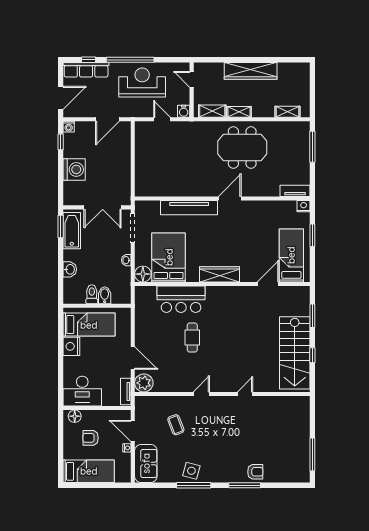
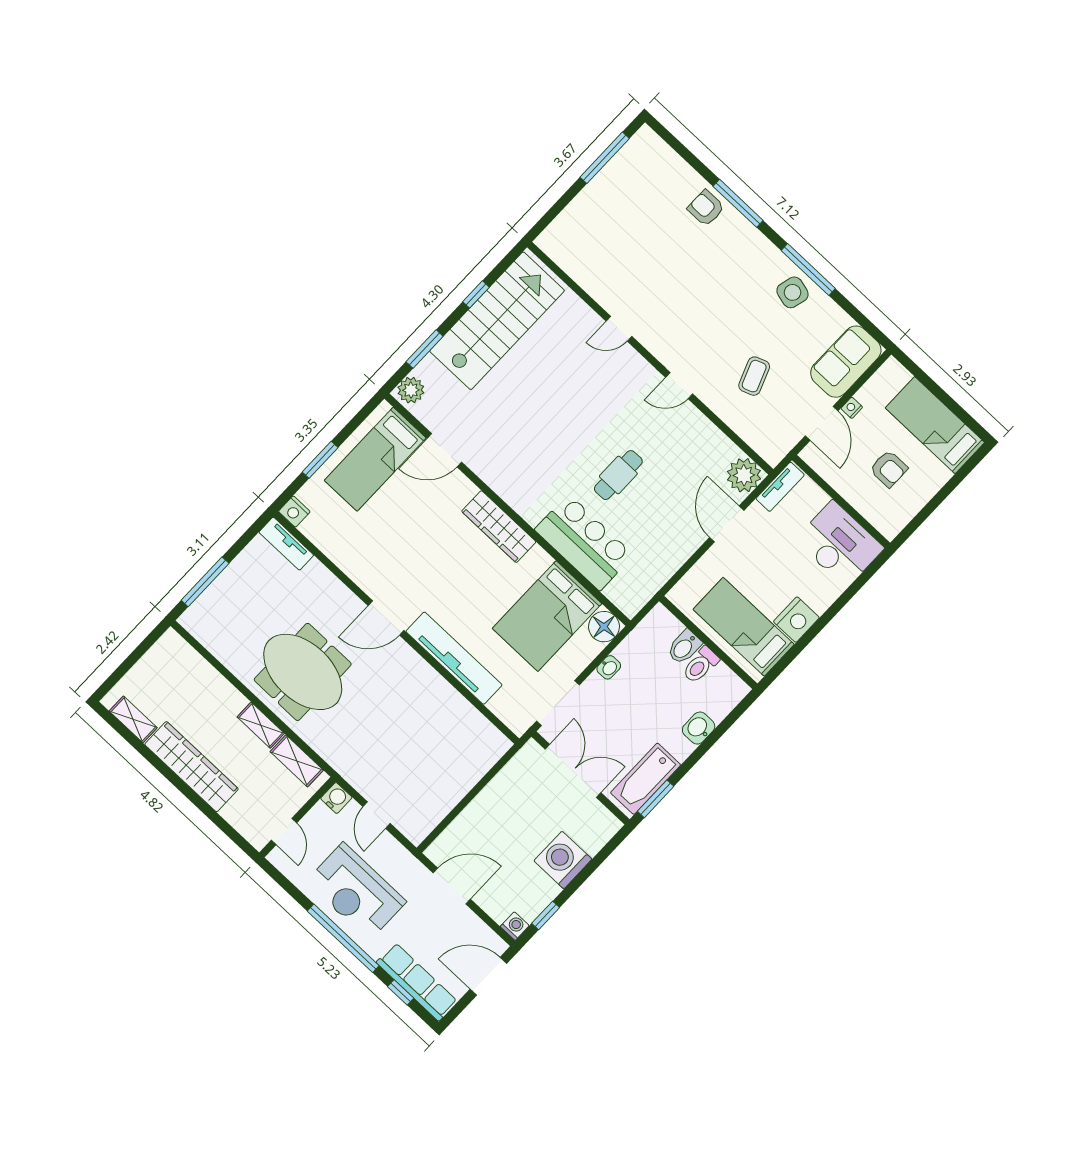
shelving: (287, 112) -> (133, 719), moved
plant: (303, 295) -> (411, 390), added
floor lamp: (75, 416) -> (883, 519), removed

